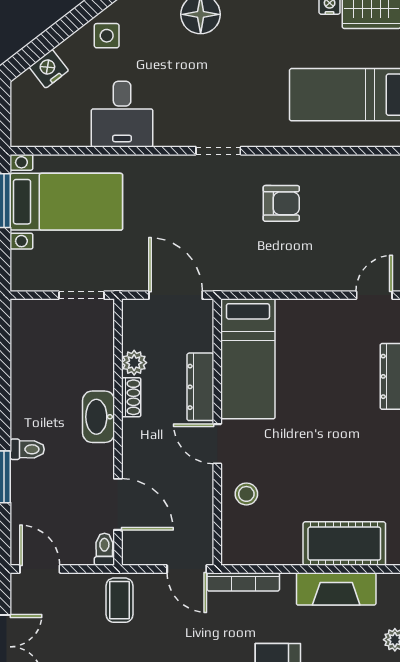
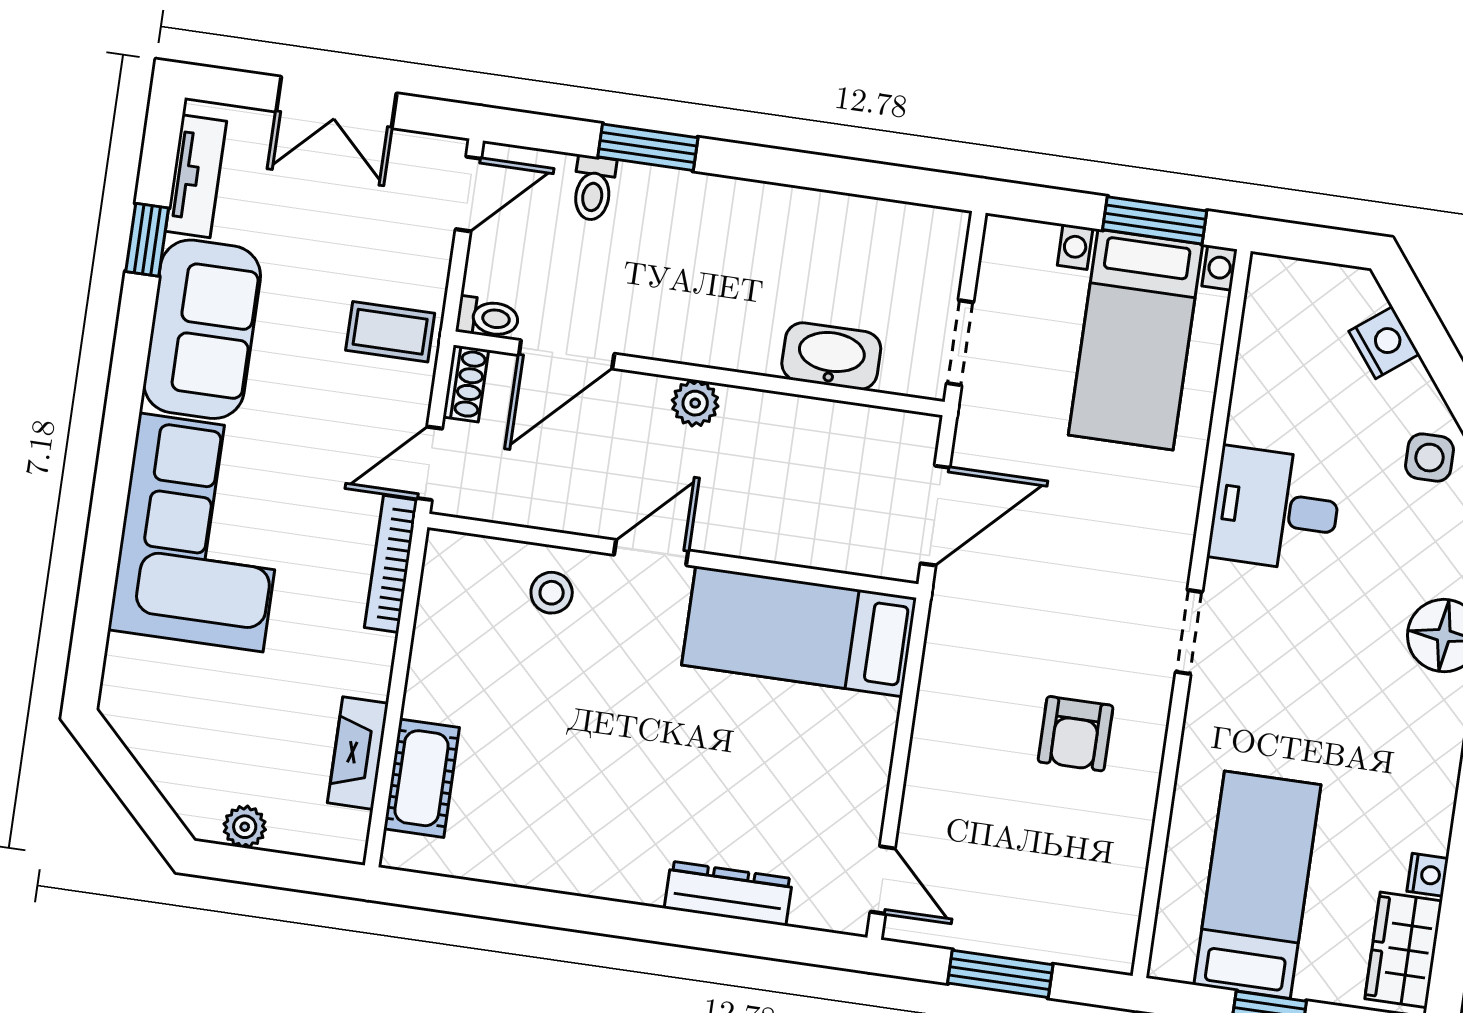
desk: (122, 114) -> (1275, 509), moved
plant: (134, 363) -> (695, 403), moved
dresser: (200, 387) -> (760, 537), removed
shoe rack: (131, 397) -> (466, 383), moved, turned -90
washbasin: (99, 417) -> (831, 356), moved
toilet: (27, 449) -> (593, 188), moved
cot: (344, 544) -> (422, 778), width x0.73, depth x0.75
fireplace: (336, 589) -> (358, 753), width x0.73, depth x0.76

